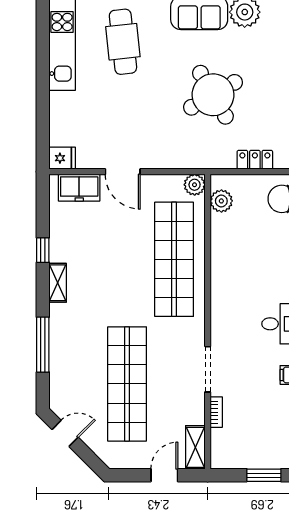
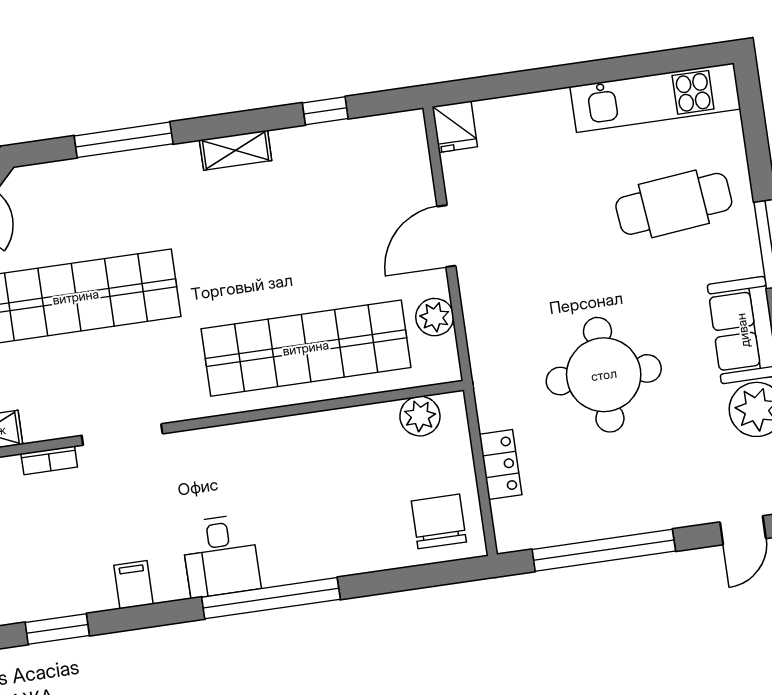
round table: (213, 95) -> (604, 375), turned 30
plant: (195, 185) -> (435, 317), moved
freezer: (79, 188) -> (408, 164), removed
window: (43, 250) -> (325, 111), moved

